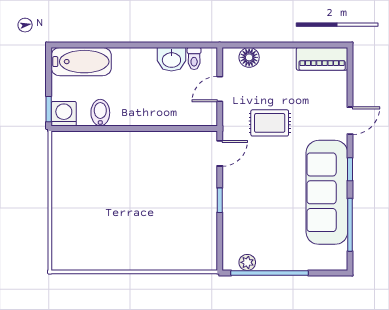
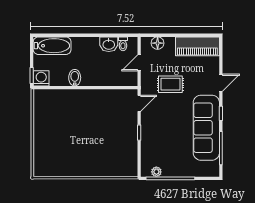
piano: (322, 59) -> (197, 46), width x1.37, depth x1.33
bidet: (100, 113) -> (75, 78), moved

